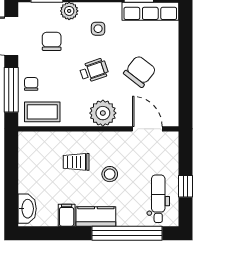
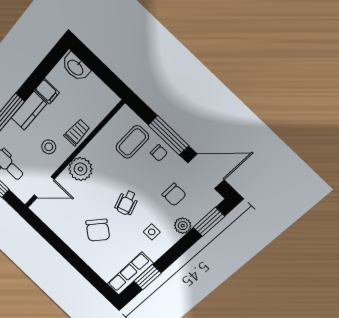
plant: (103, 113) -> (80, 169), moved
wall: (98, 129) -> (73, 156), moved
door: (147, 129) -> (44, 187), moved

